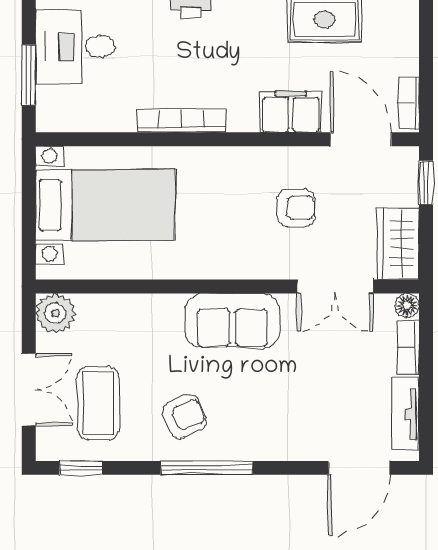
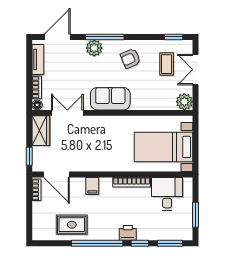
desk: (75, 46) -> (167, 194), moved, turned -90
window: (29, 75) -> (196, 215), moved
filing cabinet: (291, 112) -> (92, 186), width x0.50
armchair: (296, 208) -> (84, 146), removed
coffee table: (98, 403) -> (167, 64), width x0.73, depth x0.77
plant: (271, 441) -> (94, 48), added
window: (207, 468) -> (105, 37), moved

